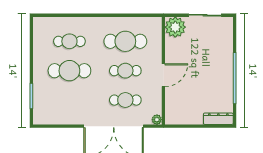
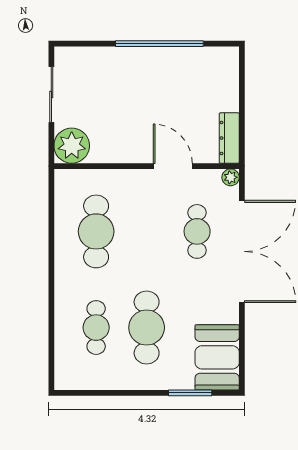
cafe table: (125, 71) -> (147, 231), removed
door: (163, 75) -> (173, 166), moved
booth: (52, 112) -> (217, 357), added
dresser: (218, 119) -> (229, 138), moved

